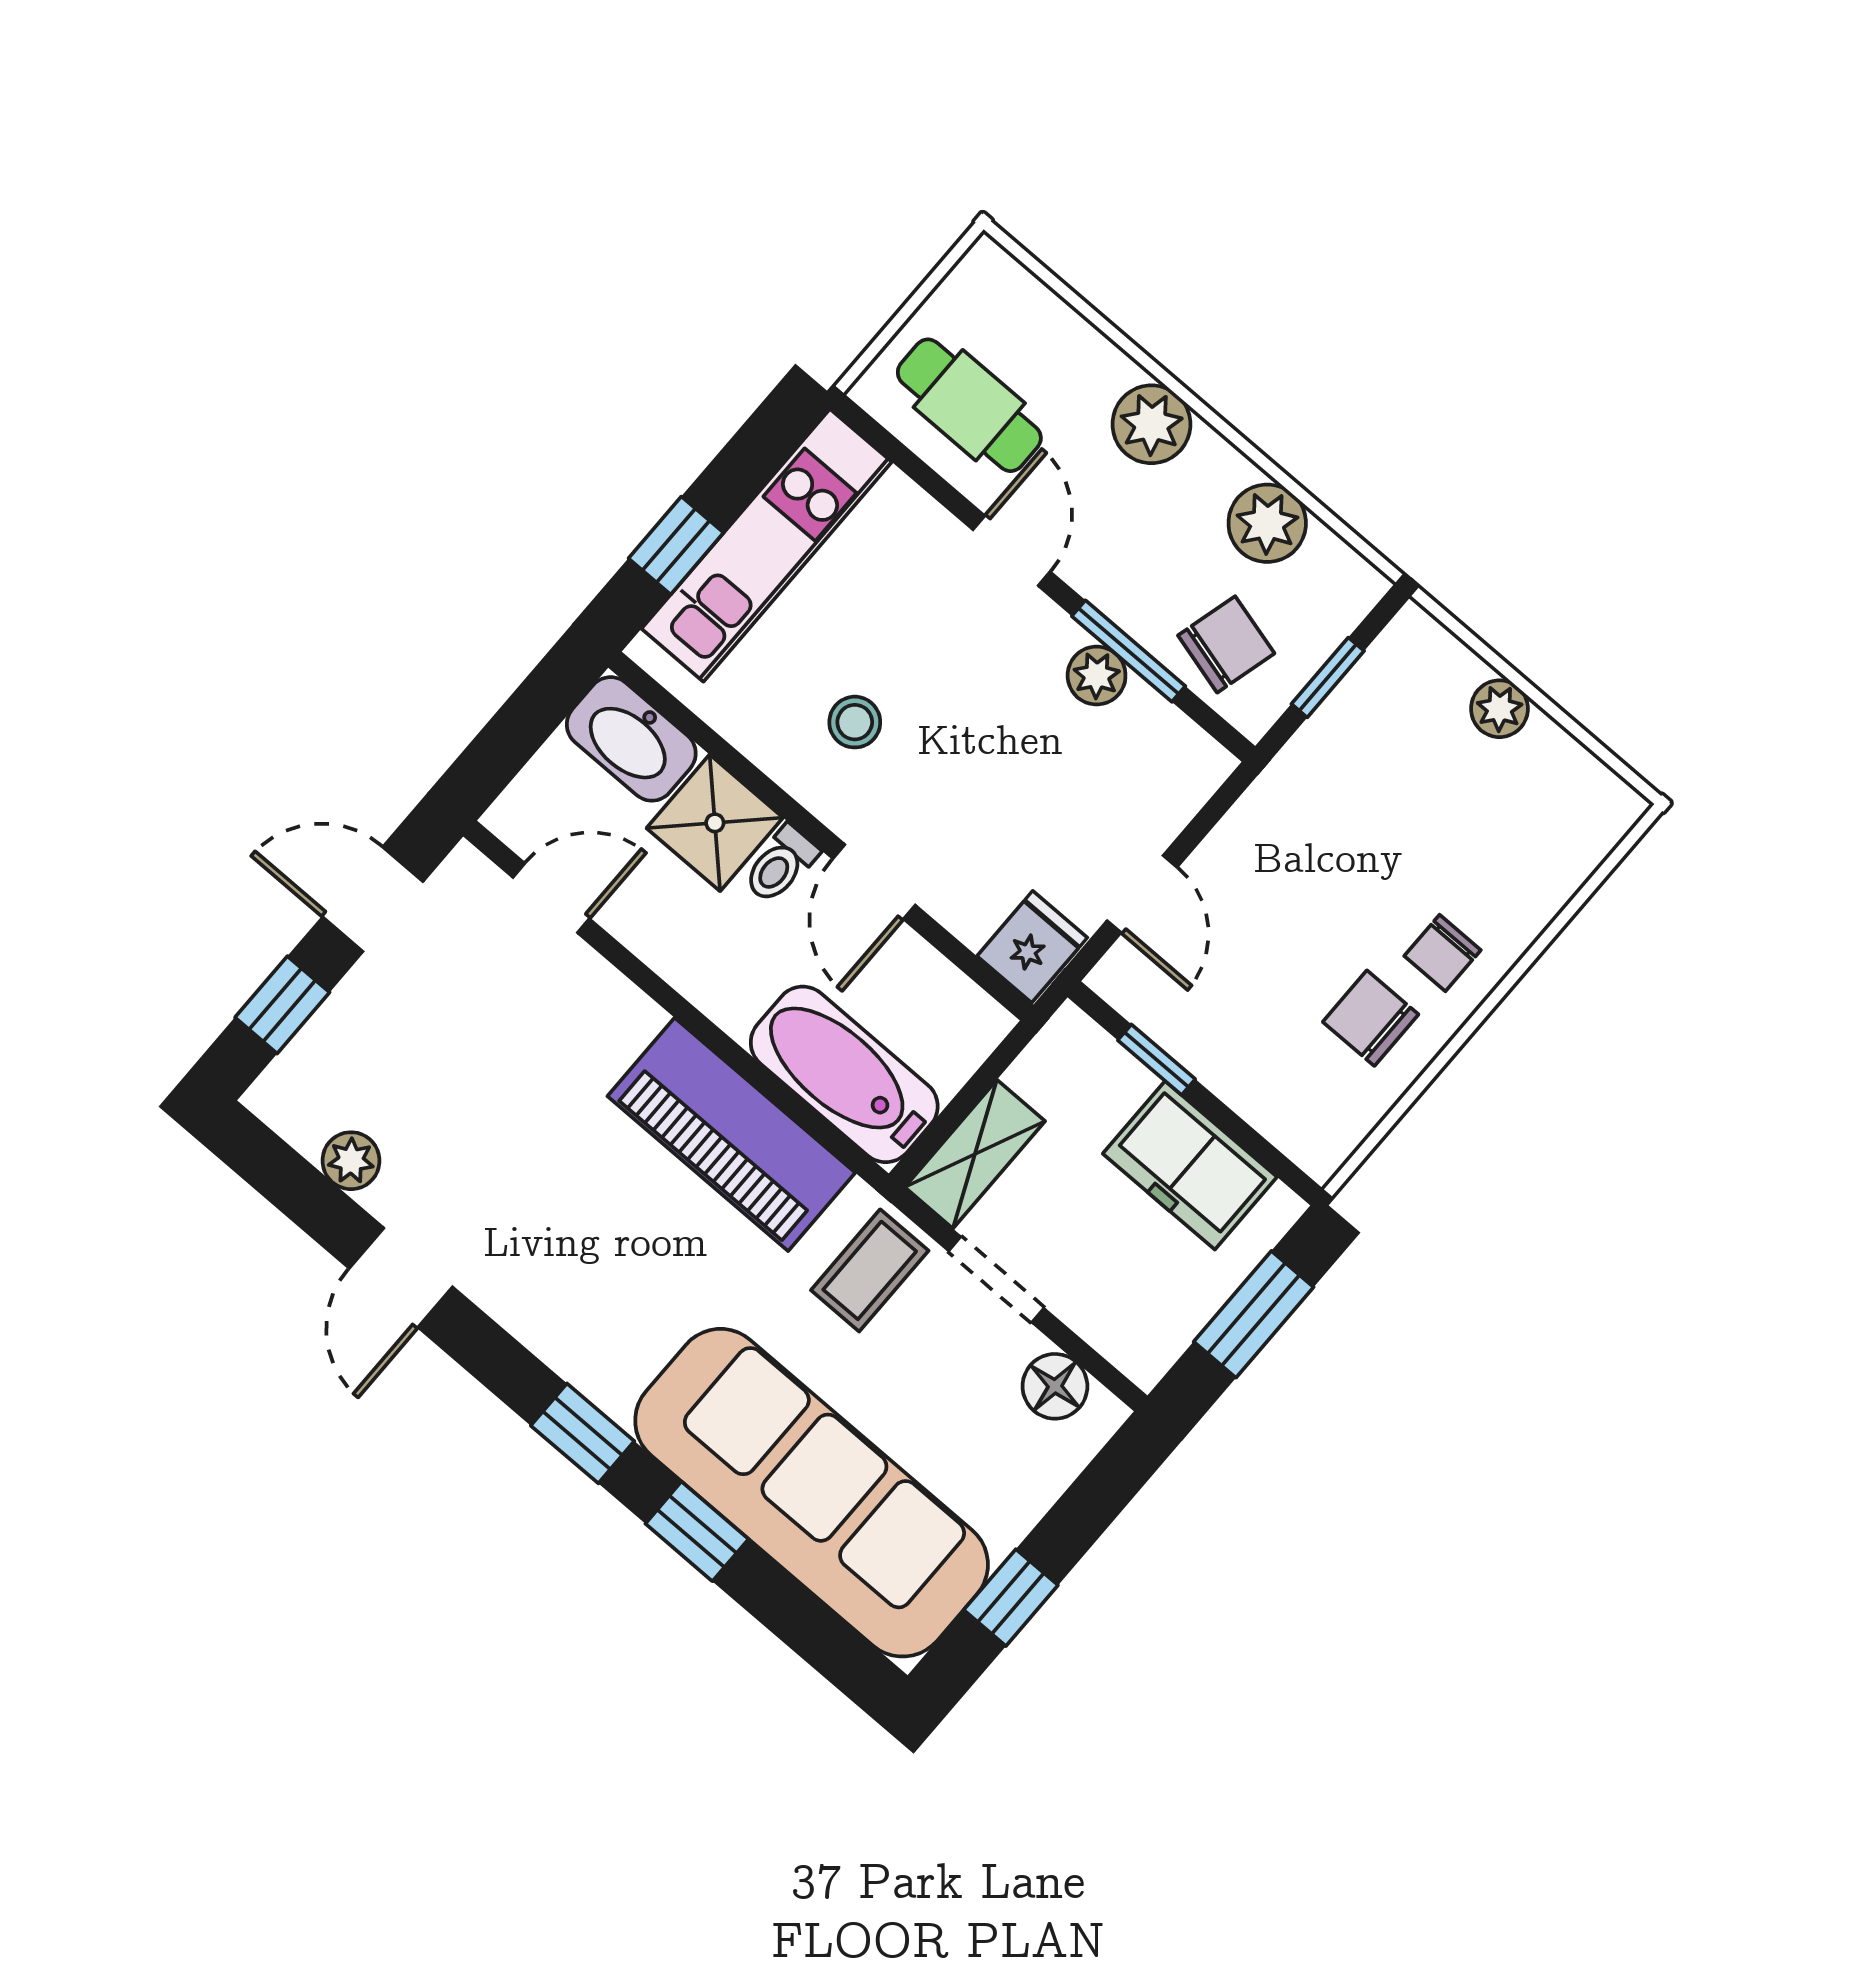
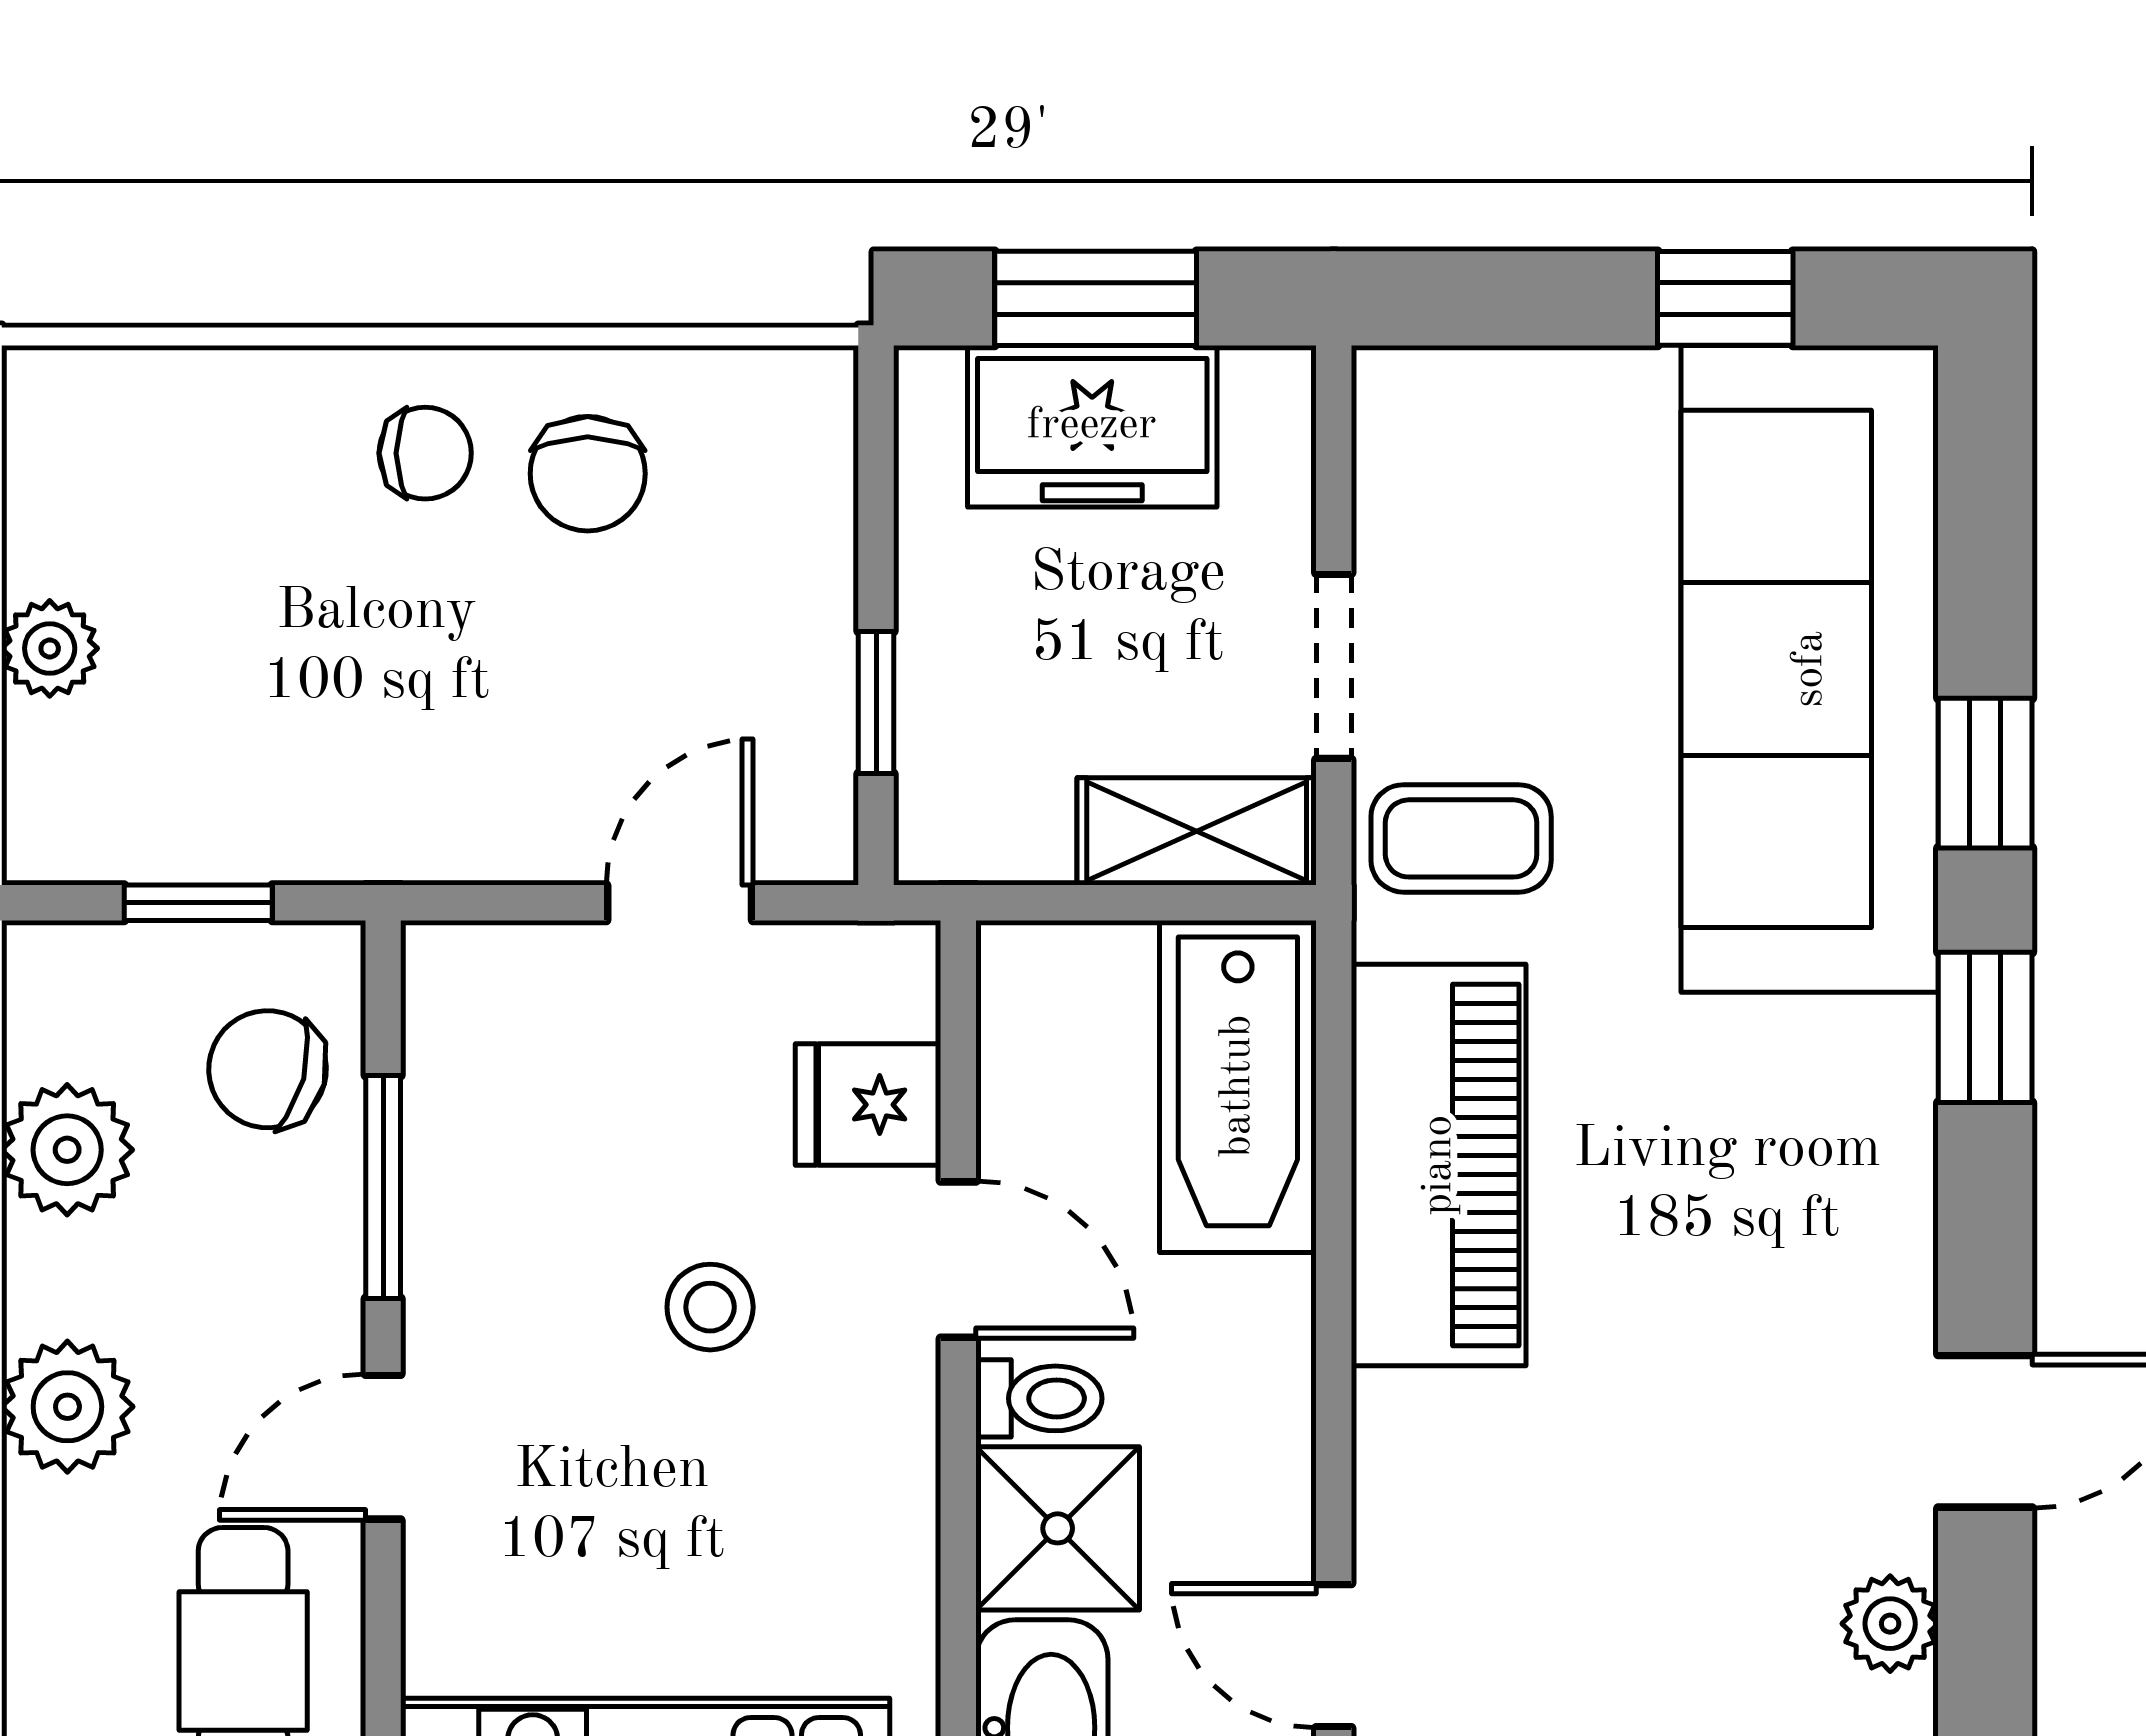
plant: (1097, 676) -> (450, 1201), removed
stool: (855, 722) -> (710, 1307), moved
door: (874, 882) -> (958, 1260), hinge flipped
fridge: (1032, 947) -> (868, 1105), moved
freezer: (1190, 1165) -> (1092, 426), moved, turned 90
floor lamp: (1055, 1386) -> (1406, 474), removed

